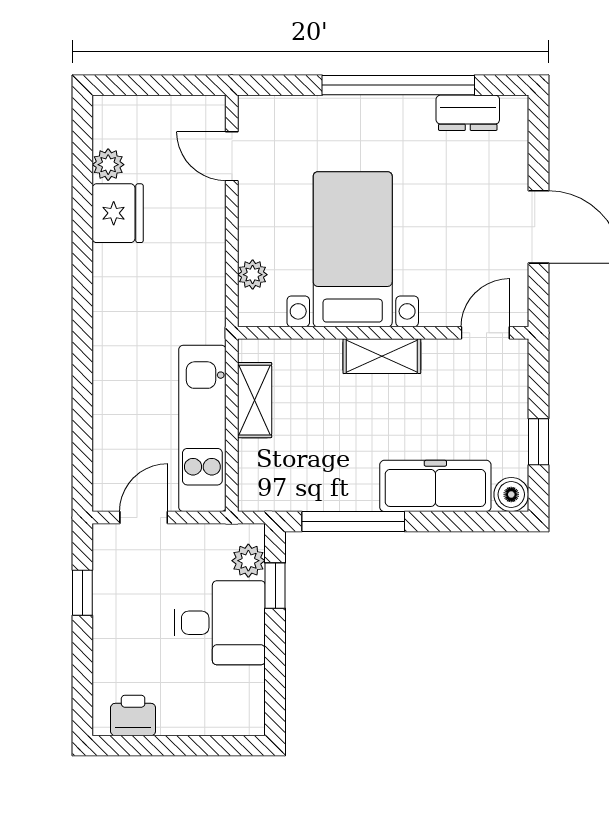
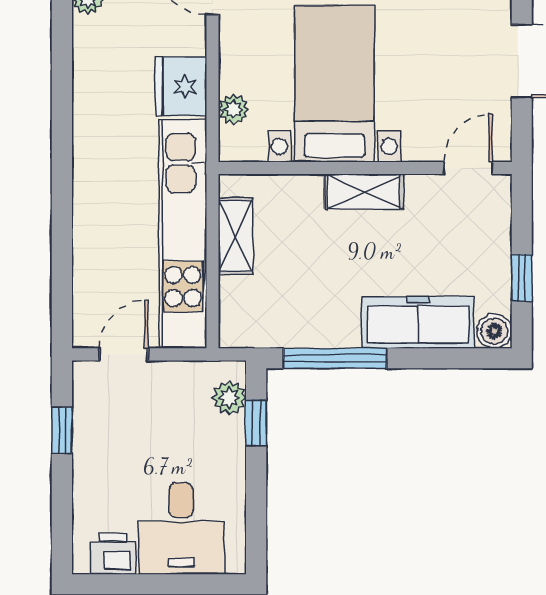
fridge: (118, 213) -> (181, 86), moved, turned 180
kitchen unit: (202, 428) -> (183, 234), width x1.36
desk: (220, 623) -> (181, 529), moved, turned 90

